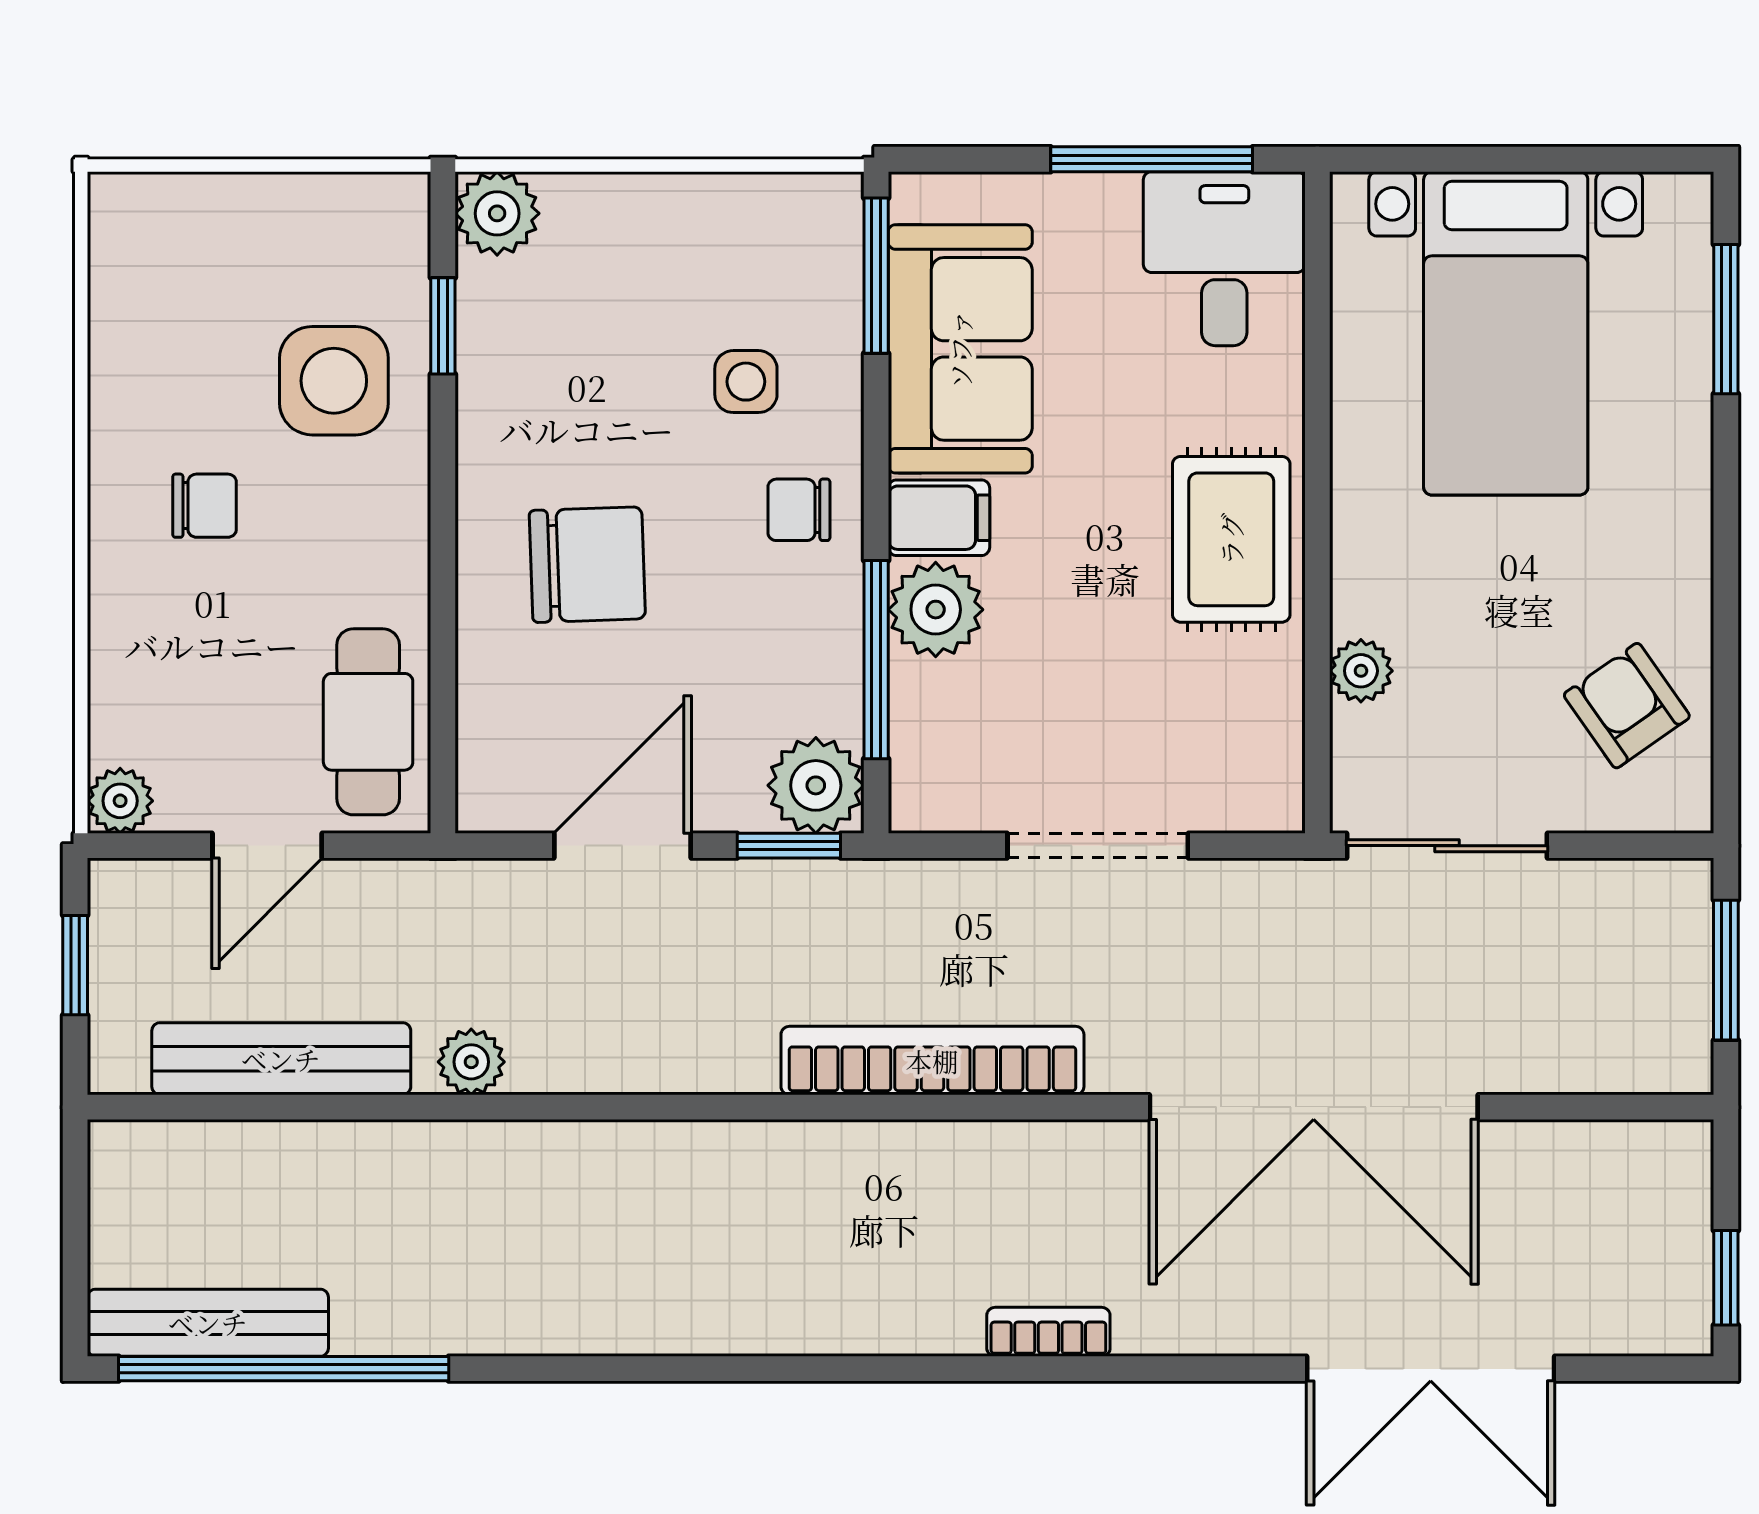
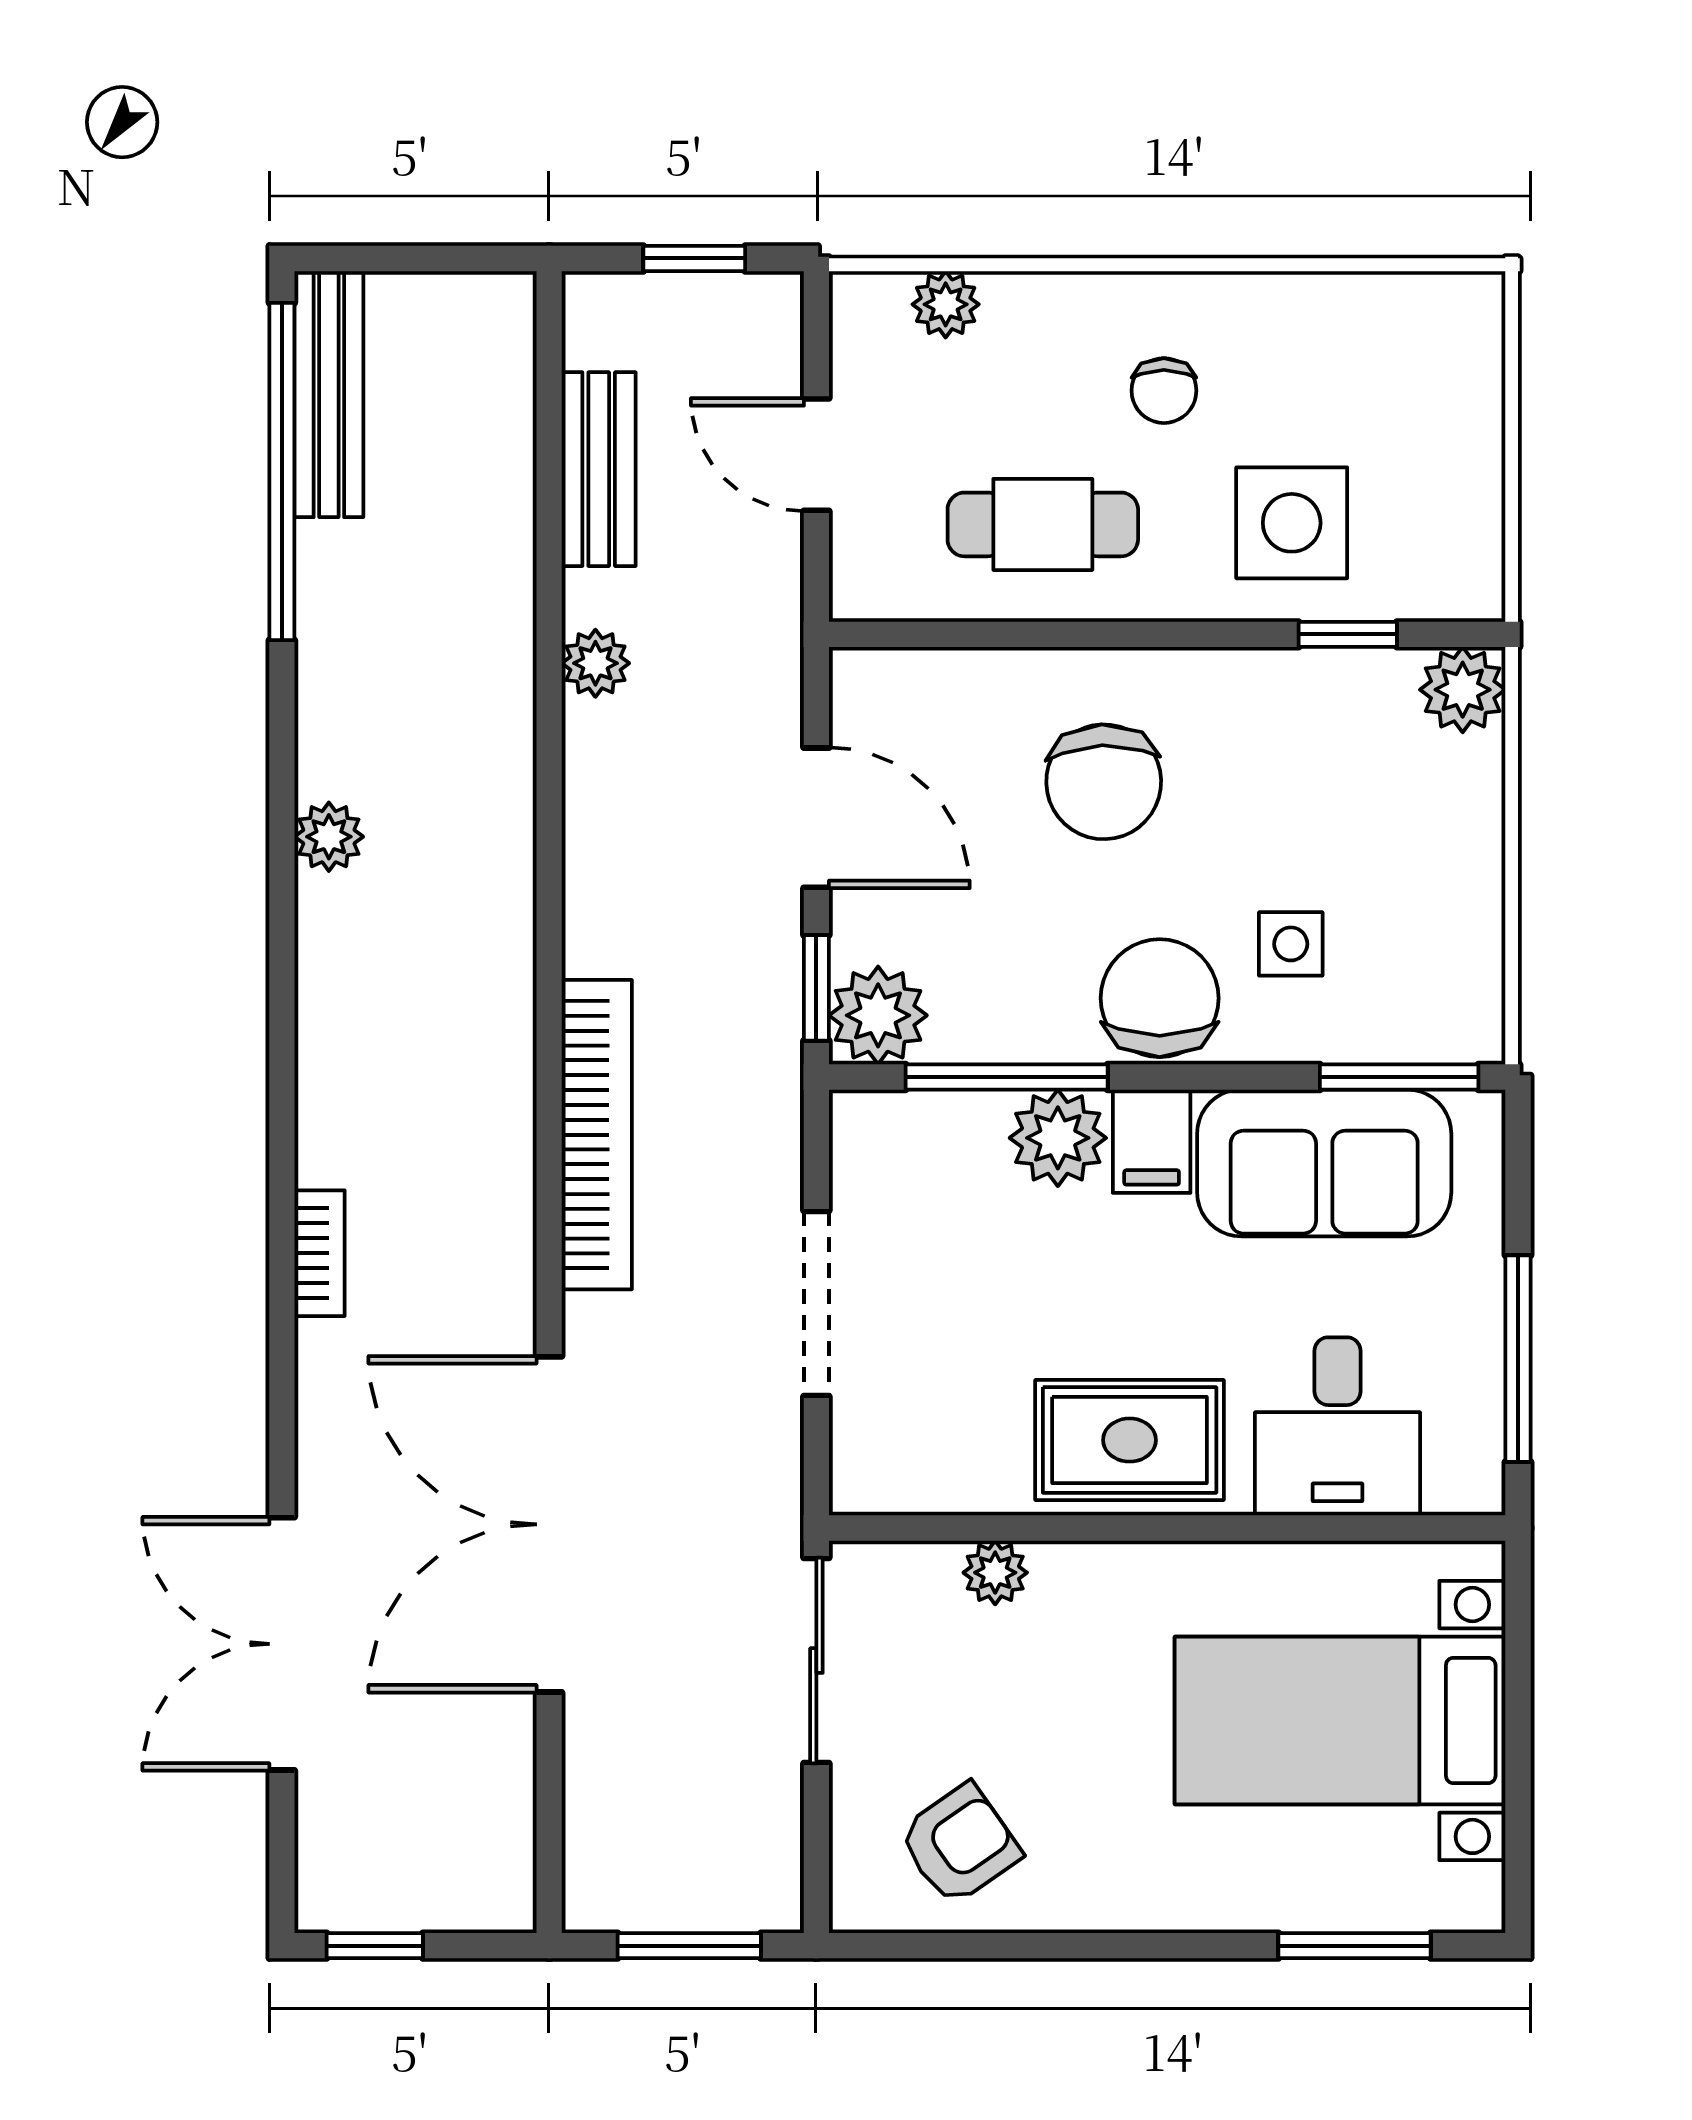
desk: (1224, 259) -> (1338, 1426), moved, turned 90
chair: (799, 510) -> (1160, 998), width x1.87, depth x1.87
cafe table: (368, 722) -> (1043, 524), moved
plant: (120, 801) -> (946, 304), moved
bench: (281, 1059) -> (599, 469), width x0.73
plant: (641, 1323) -> (329, 837), added

